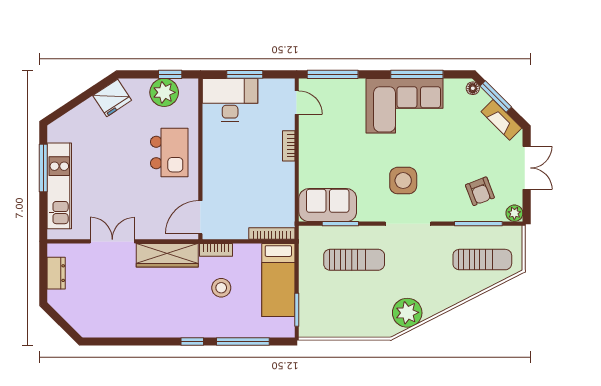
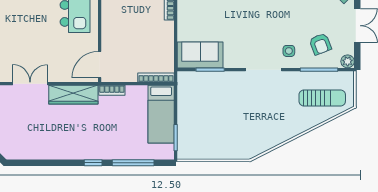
side table: (403, 181) -> (289, 51), moved, width x0.54, depth x0.54
sun lounger: (354, 260) -> (221, 98), removed
stool: (221, 288) -> (116, 120), removed
plant: (407, 313) -> (263, 140), removed

